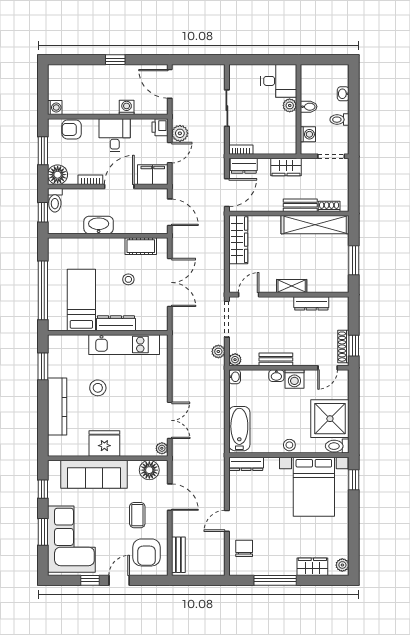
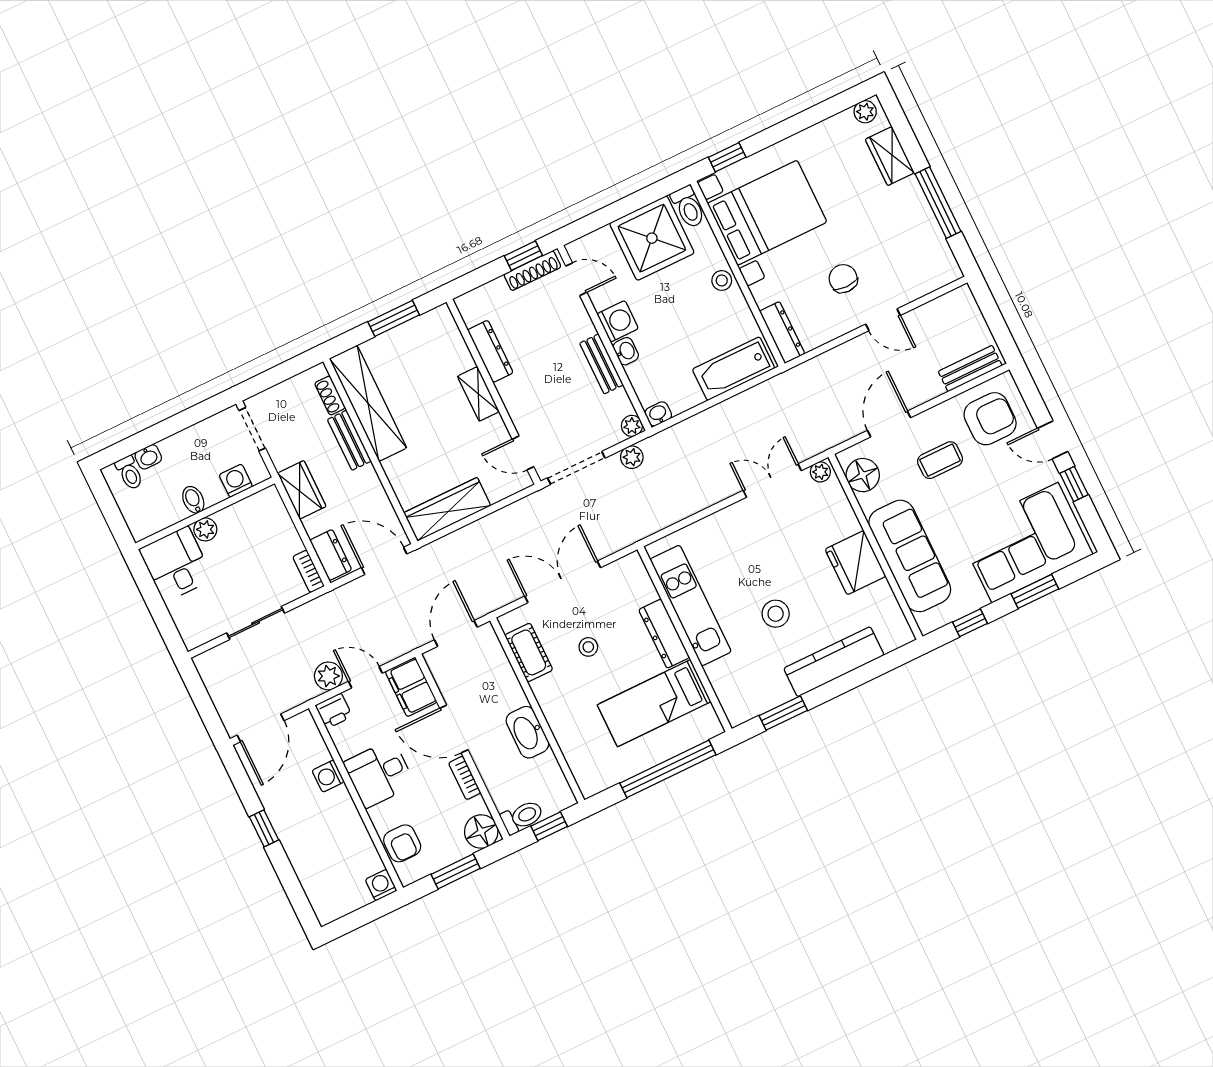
toilet: (340, 120) -> (129, 473), moved
chair: (244, 548) -> (843, 279), moved, turned 90

